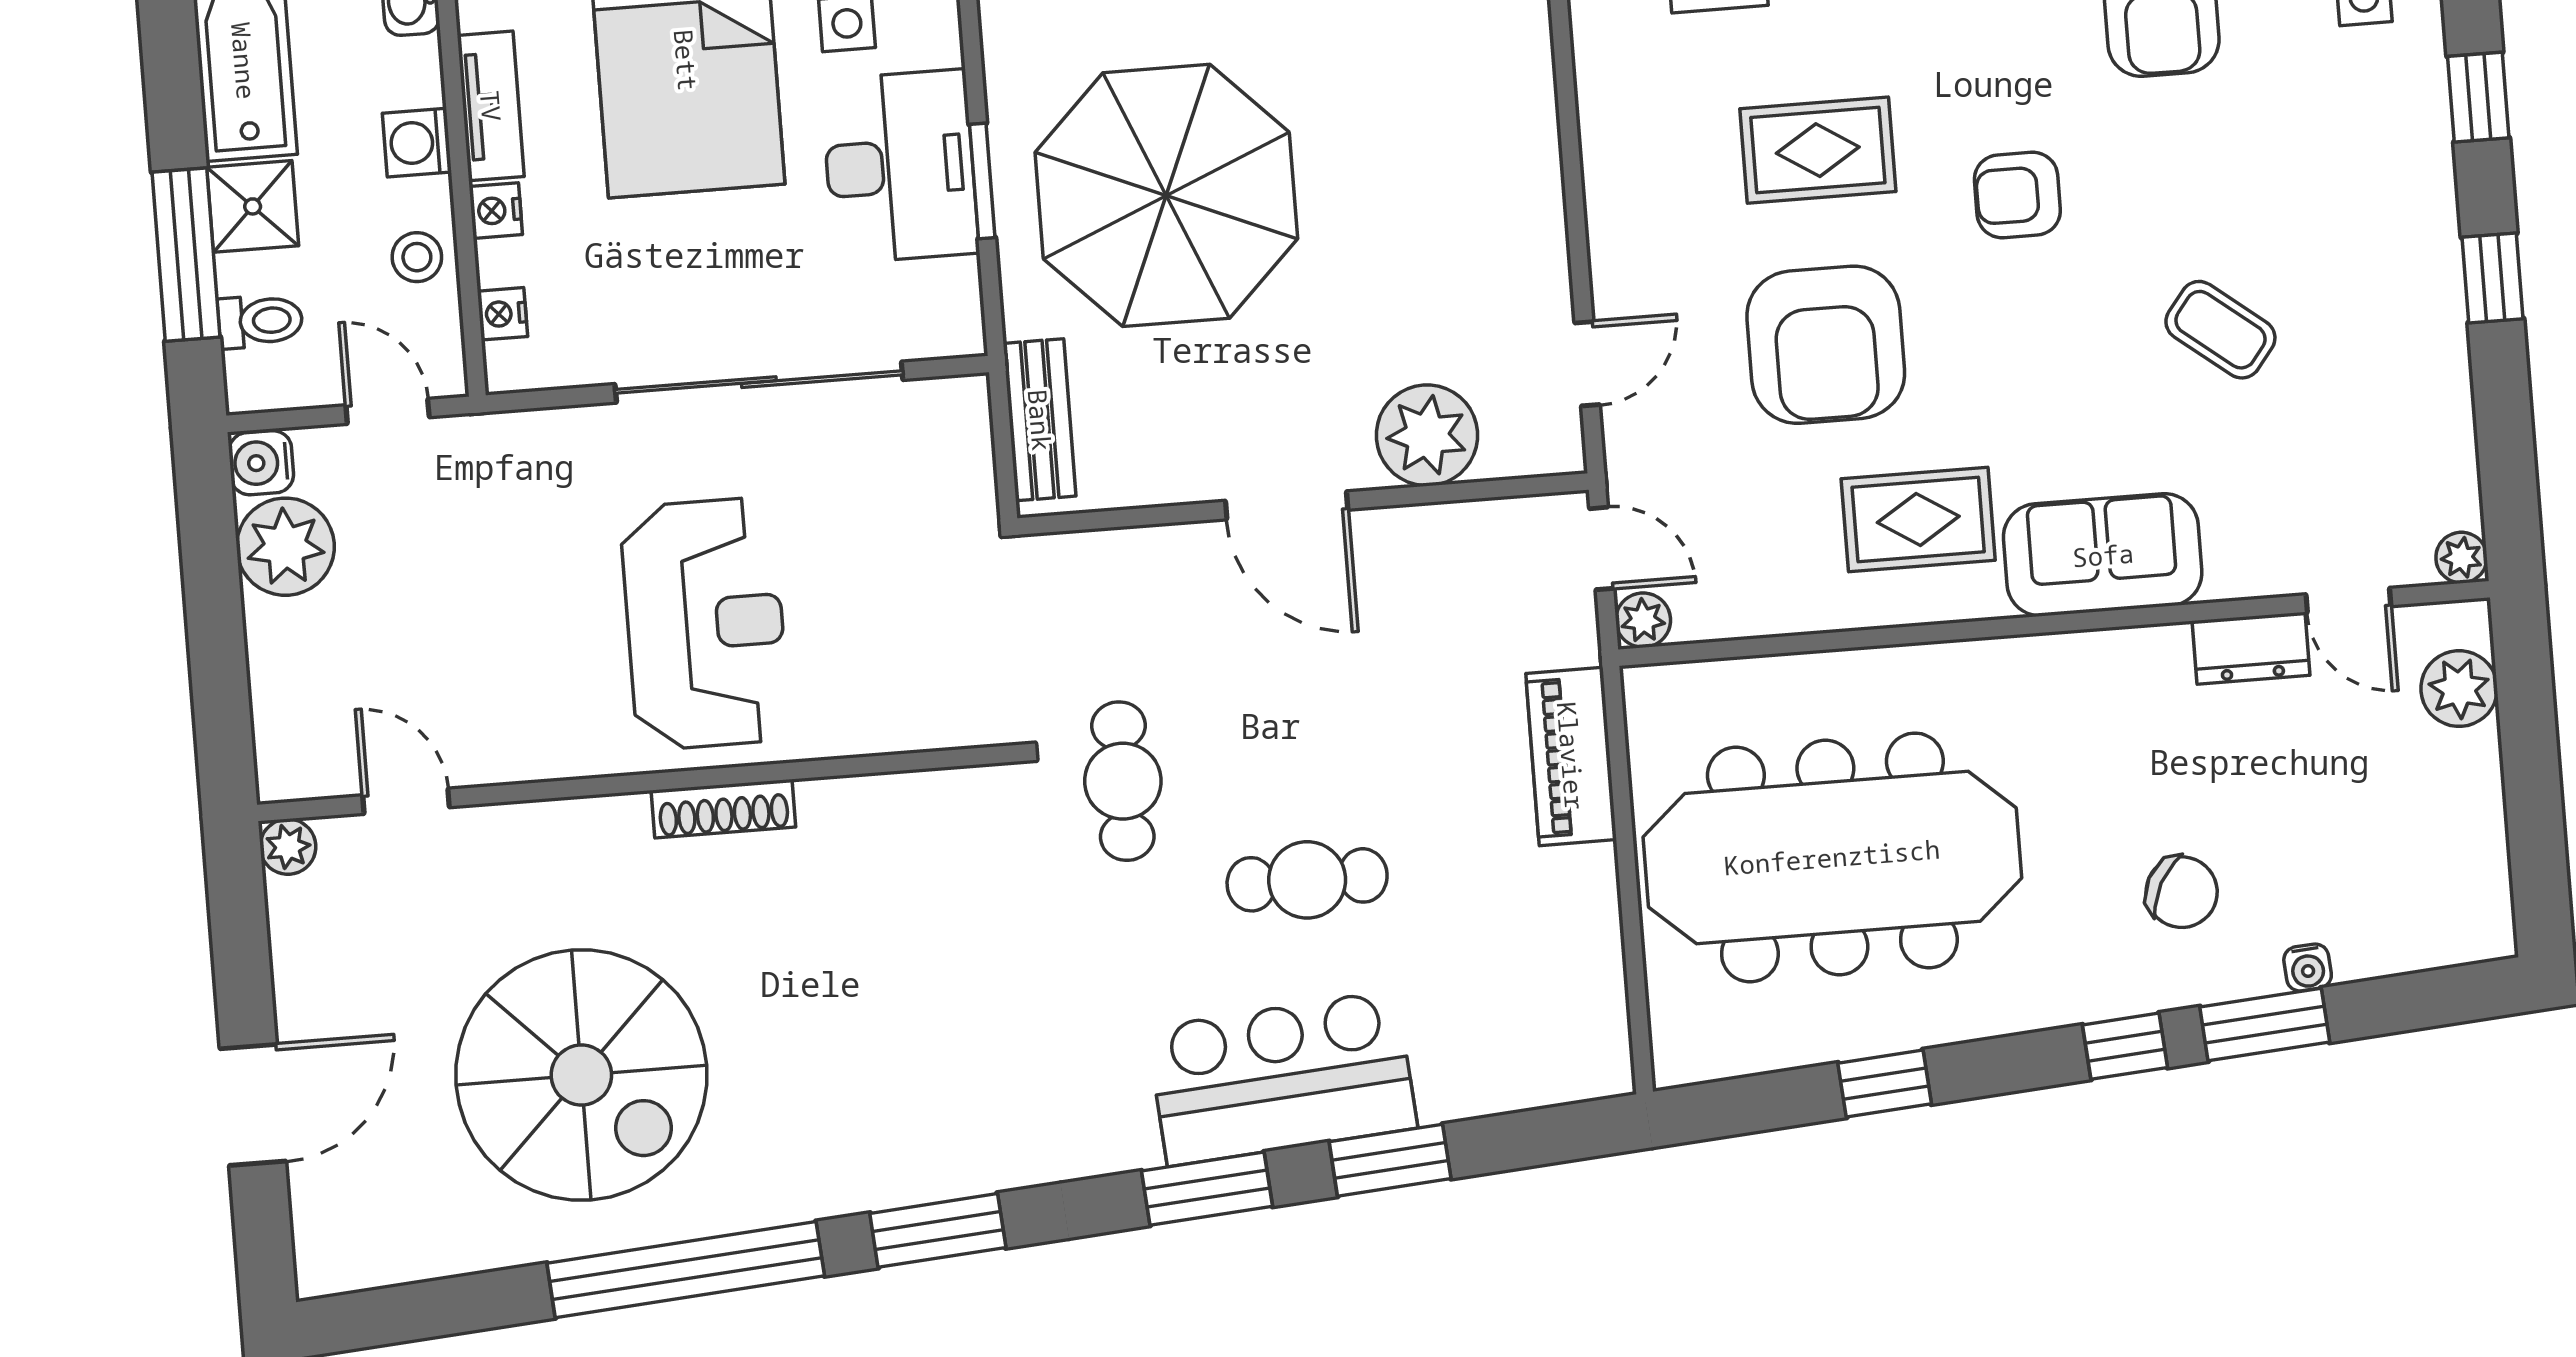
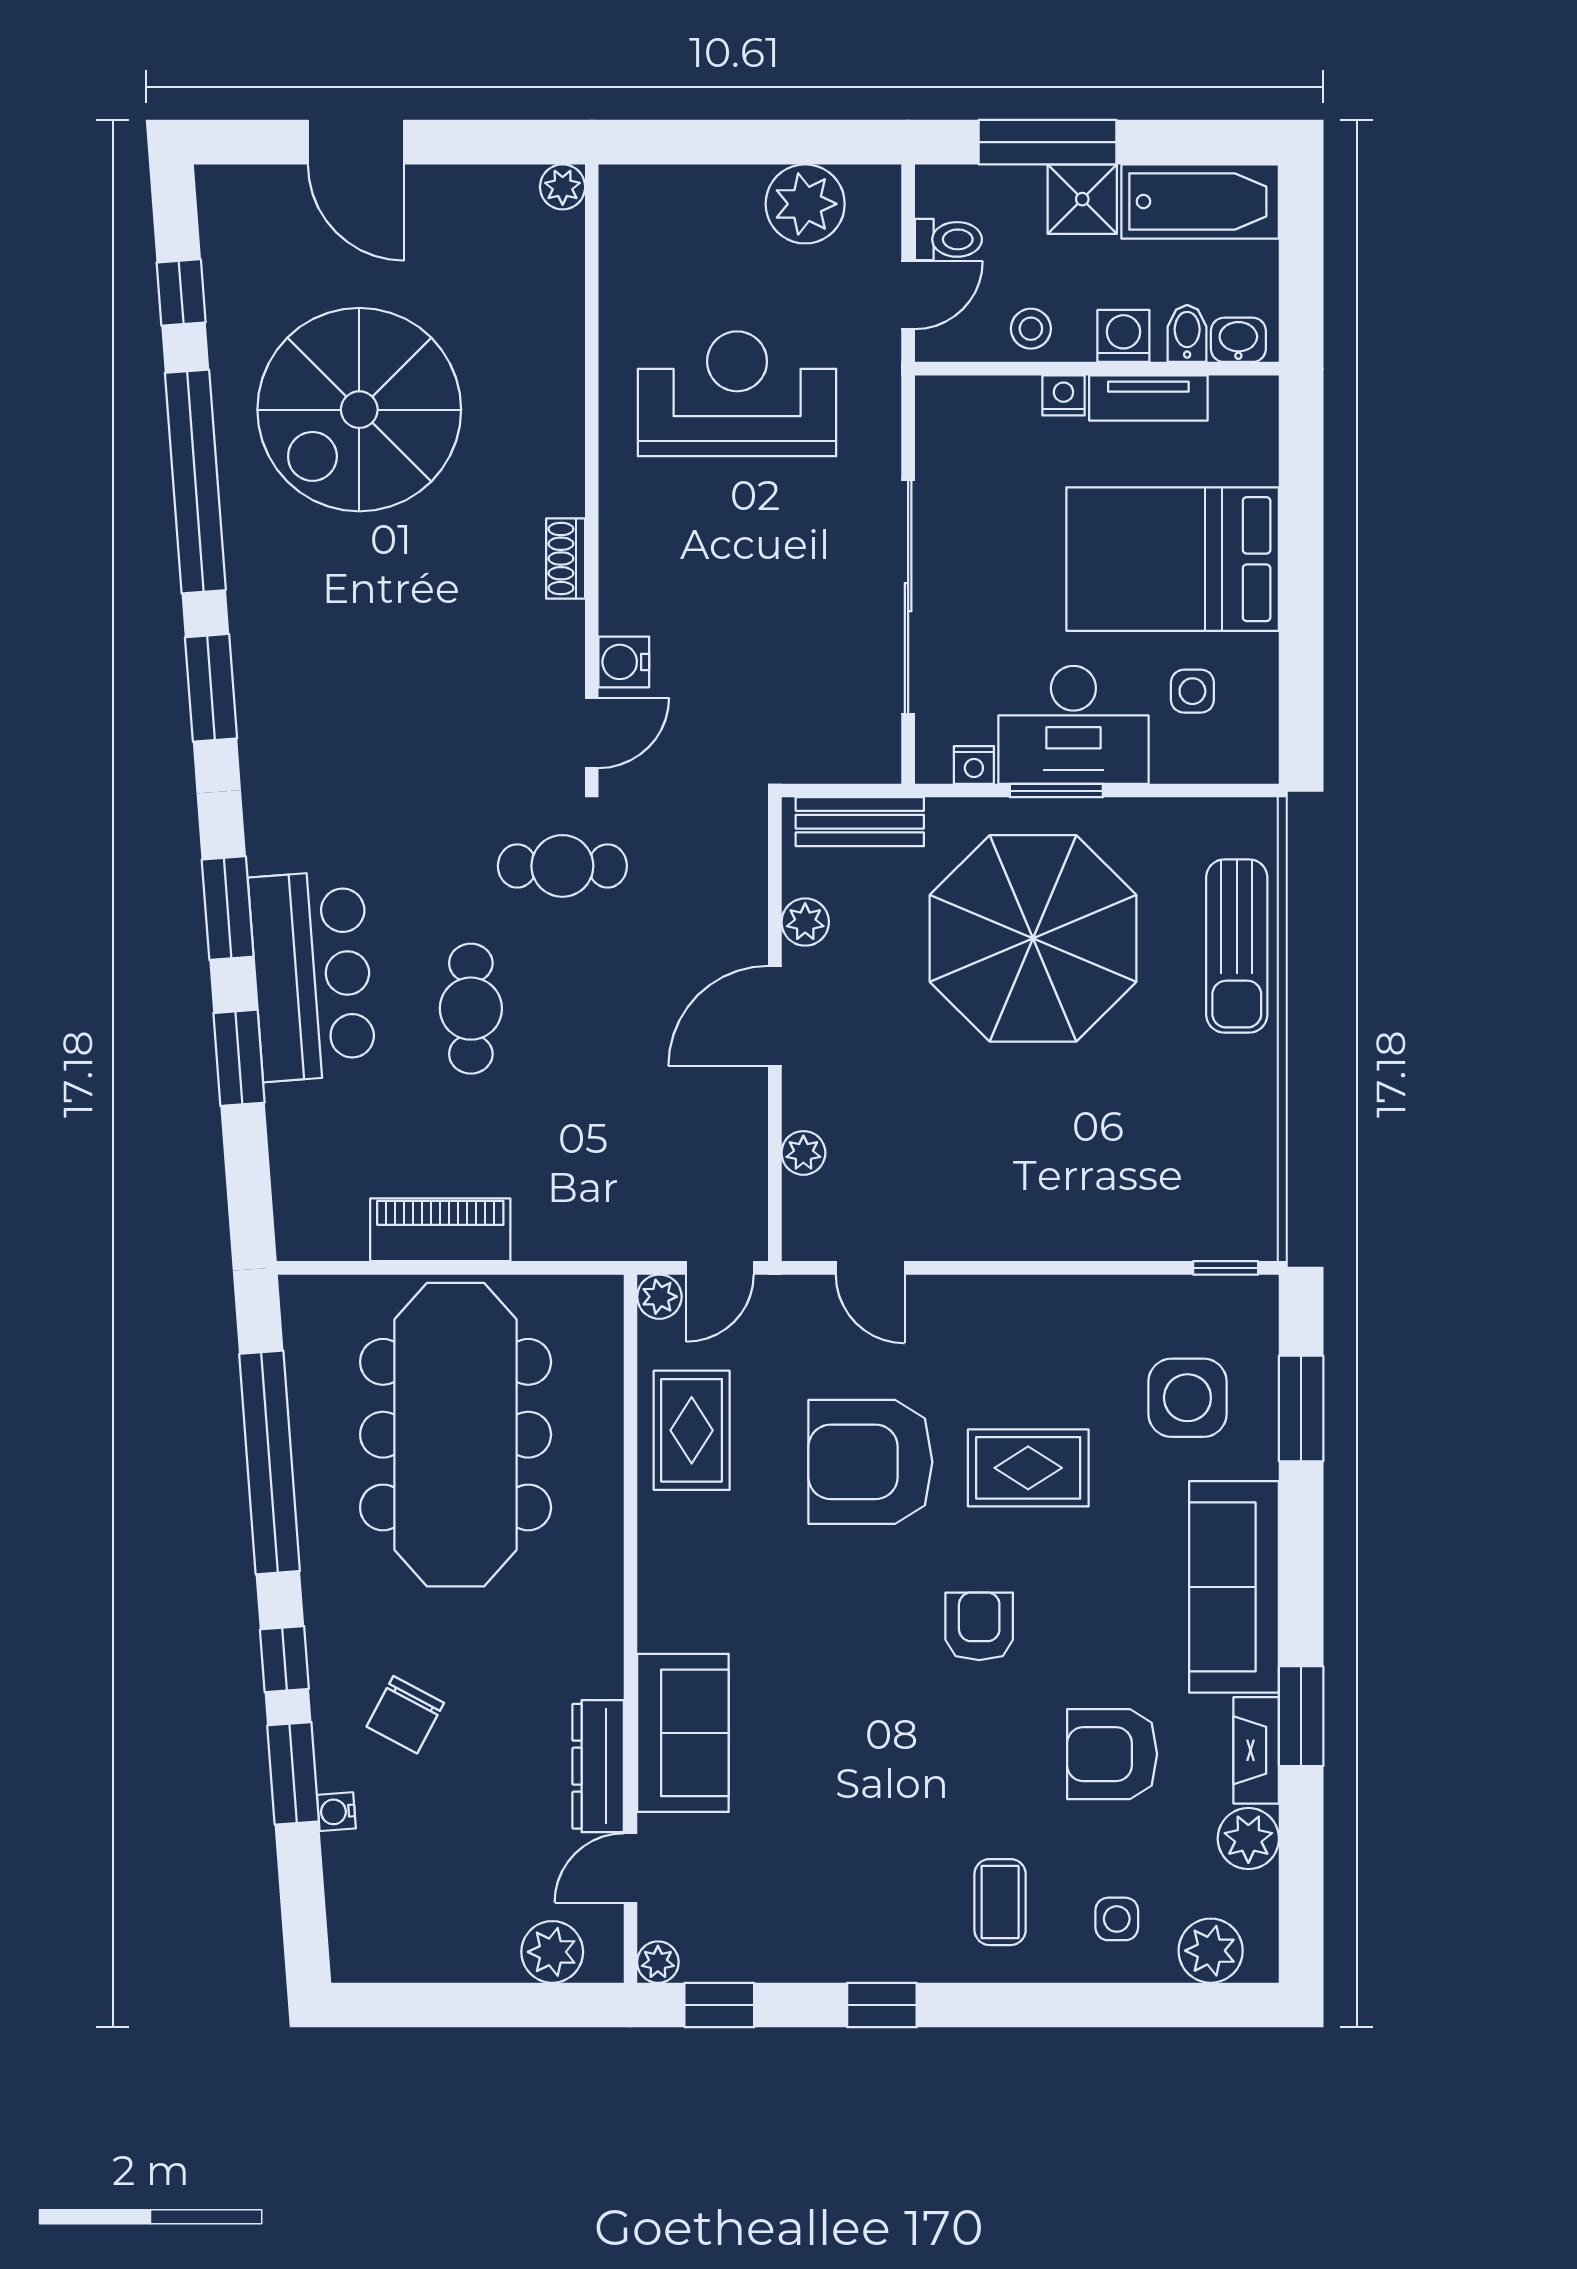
bidet: (408, 65) -> (1187, 333), added
window: (2478, 97) -> (719, 2005), moved
rug: (1818, 150) -> (1028, 1468), turned 90
nightstand: (502, 314) -> (974, 765), moved, turned 180
toilet: (260, 321) -> (948, 239), moved, turned -90
coffee table: (2220, 330) -> (1000, 1902), moved, turned -38
plant: (1427, 435) -> (803, 1153), width x0.53, depth x0.53
water cooler: (261, 463) -> (624, 662), moved, turned -90
plant: (1168, 477) -> (805, 922), added
rug: (1918, 519) -> (692, 1430), moved
sofa: (2103, 555) -> (683, 1733), moved
reception desk: (705, 624) -> (737, 394), moved, turned 180
dresser: (2251, 648) -> (598, 1766), width x1.44
piano: (1571, 756) -> (440, 1230), moved
door: (406, 801) -> (592, 733), moved
shoe rack: (723, 809) -> (566, 559), width x0.70
window: (1885, 1083) -> (270, 1462), width x3.17
window: (455, 1305) -> (181, 292), added

